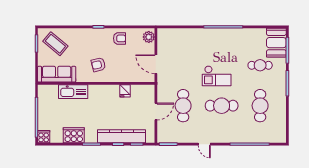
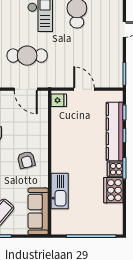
door: (156, 64) -> (26, 89), hinge flipped
fridge: (125, 91) -> (59, 100), moved
cafe table: (183, 106) -> (27, 56), moved
cooker: (44, 137) -> (115, 169), moved

